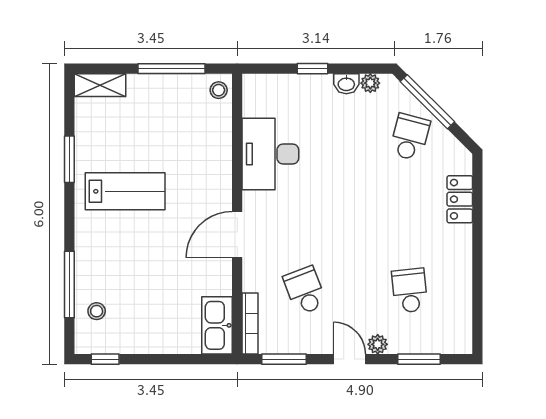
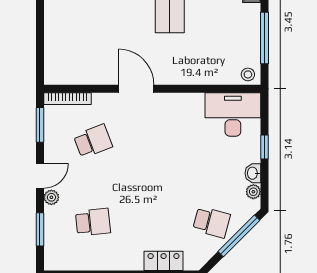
desk: (270, 154) -> (233, 114), moved
kitchen sink: (217, 325) -> (66, 73), removed

